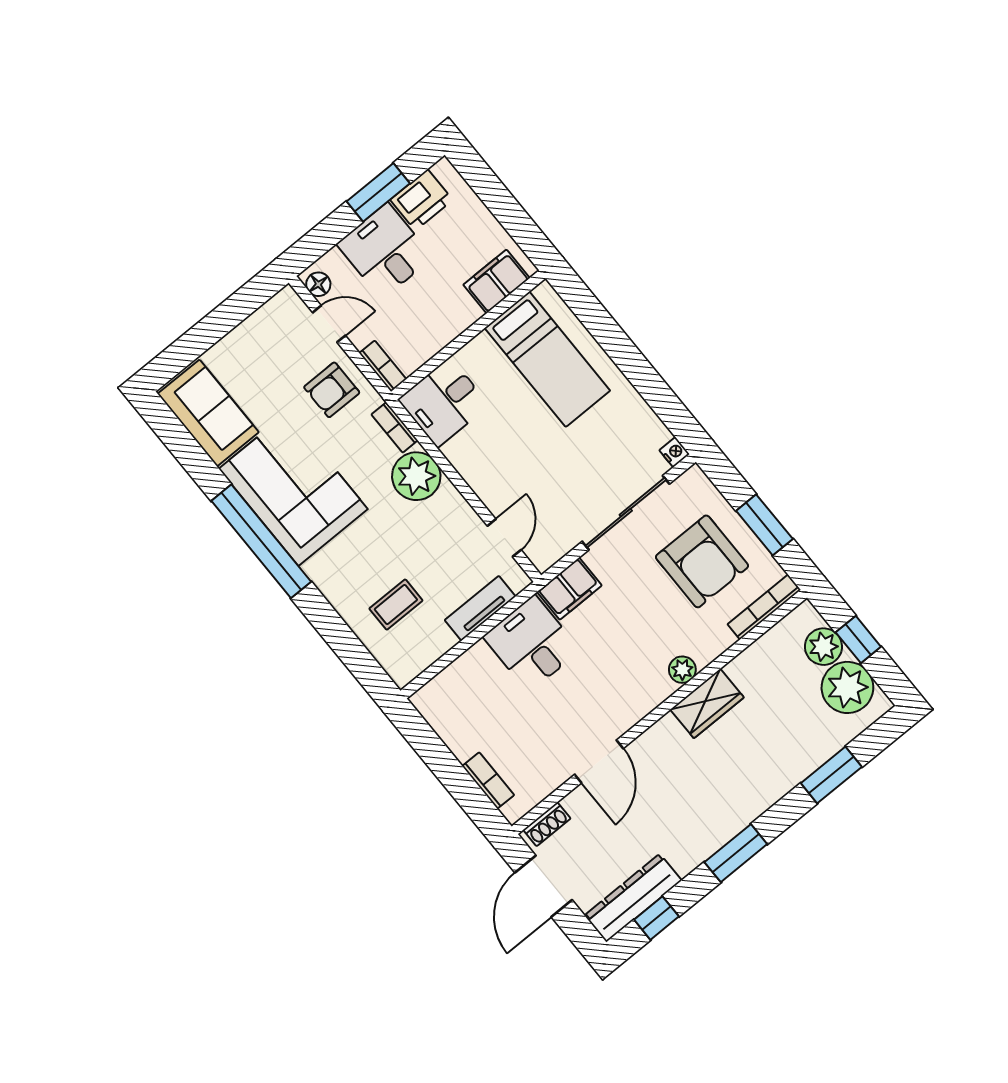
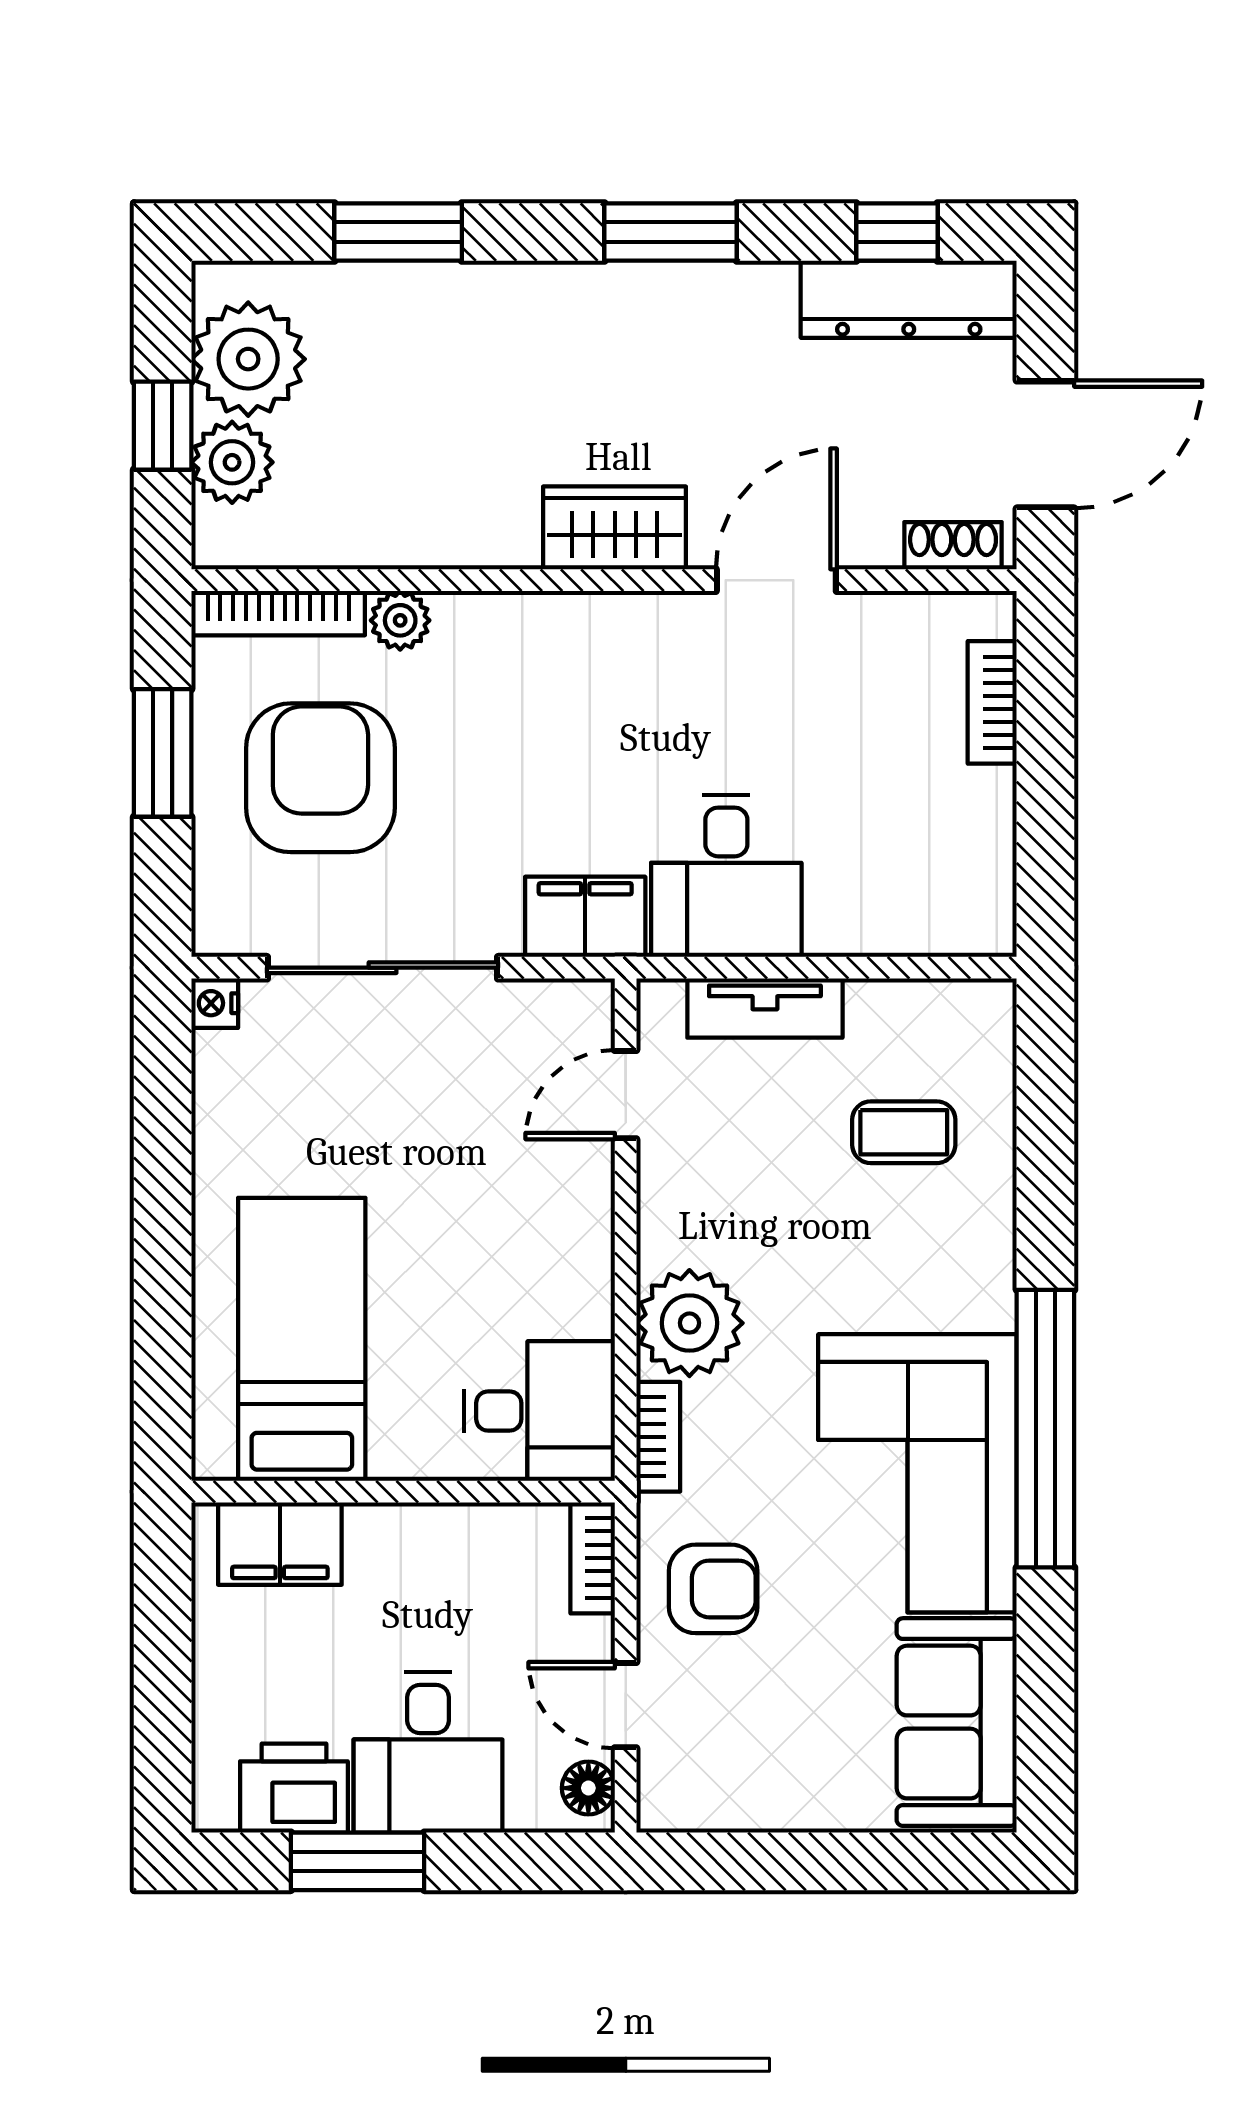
plant: (682, 670) -> (400, 620), moved
wardrobe: (707, 704) -> (615, 528), moved

